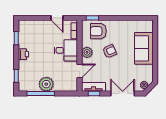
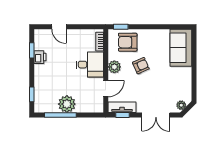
door: (57, 18) -> (59, 27), moved
sofa: (144, 48) -> (181, 48), moved
printer: (23, 54) -> (40, 57), moved
double door: (123, 94) -> (156, 115), swing flipped

